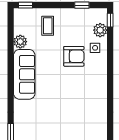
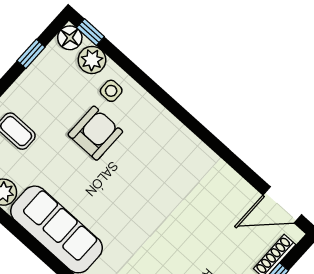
floor lamp: (101, 14) -> (70, 38), added

